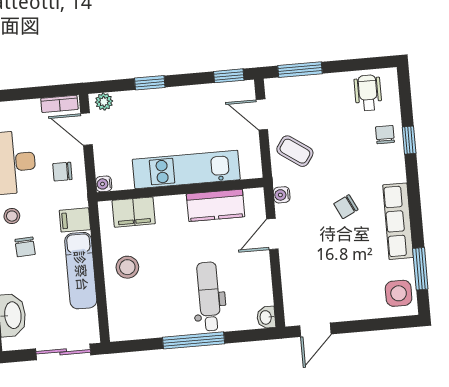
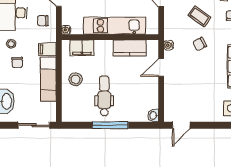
coffee table: (295, 151) -> (200, 16), moved
chair: (346, 207) -> (200, 44), moved
dental chair: (209, 296) -> (104, 96), moved

